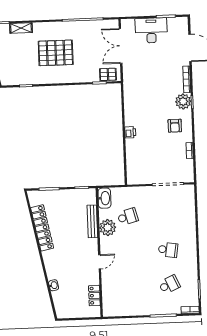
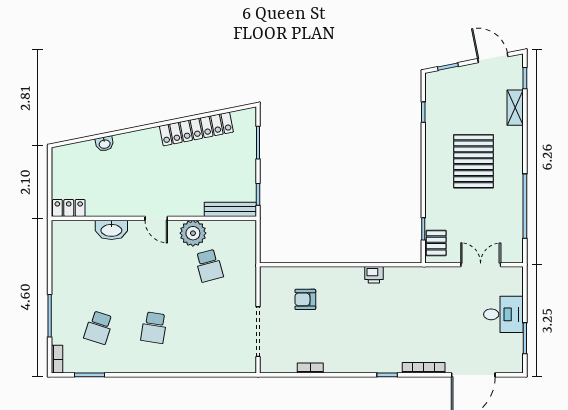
desk: (151, 30) -> (503, 314), width x0.73
double door: (121, 46) -> (481, 265), width x0.73
plant: (183, 101) -> (389, 361), removed
armchair: (175, 126) -> (305, 299), moved
printer: (130, 132) -> (374, 275), moved
washbasin: (104, 198) -> (111, 230), moved
bench: (92, 221) -> (230, 209), moved
door: (100, 262) -> (156, 218), moved
school desk: (169, 285) -> (99, 328), turned 42
locker: (94, 296) -> (69, 208), moved

